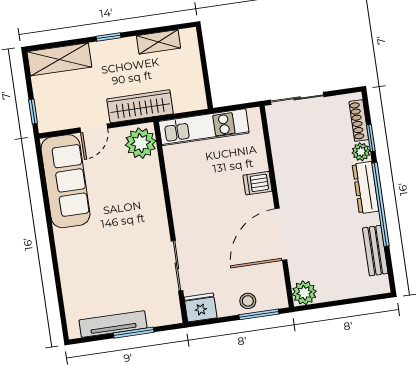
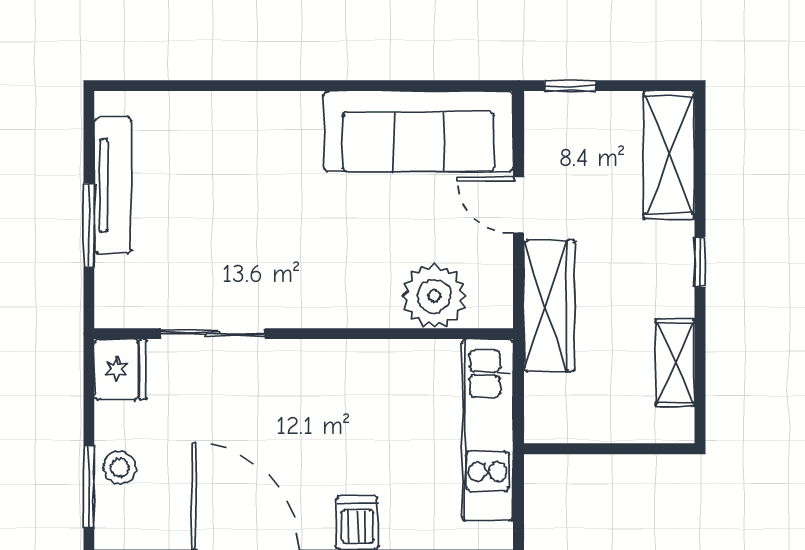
plant: (141, 143) -> (434, 296), moved

